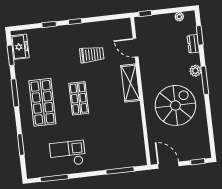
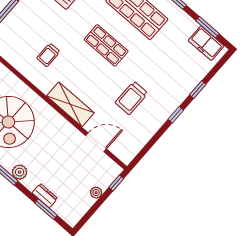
plant: (179, 17) -> (96, 193), moved
trolley: (117, 123) -> (48, 55), added

